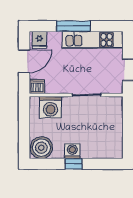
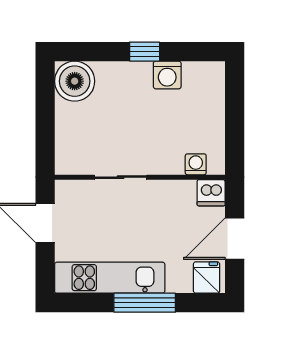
washing machine: (50, 107) -> (196, 164), width x0.53, depth x0.53
boiler: (41, 148) -> (75, 81), moved
washing machine: (72, 151) -> (167, 75), moved

